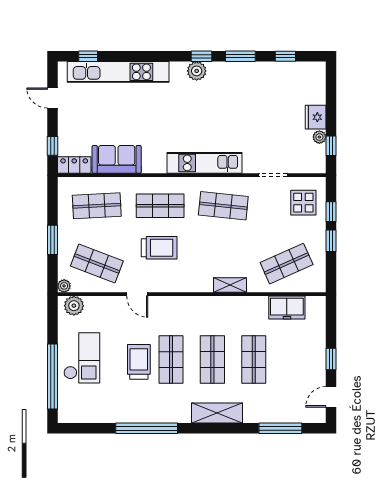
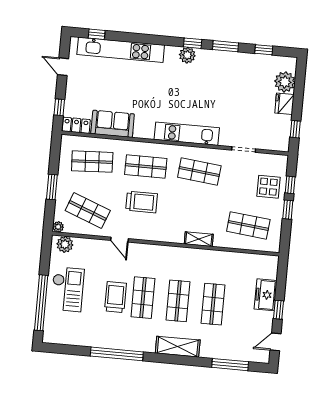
plant: (319, 137) -> (285, 82), moved, width x1.88, depth x1.88
display table: (303, 203) -> (268, 187), moved
shop shelf: (287, 264) -> (248, 225), turned 30
freezer: (287, 308) -> (266, 295), moved, turned 90

